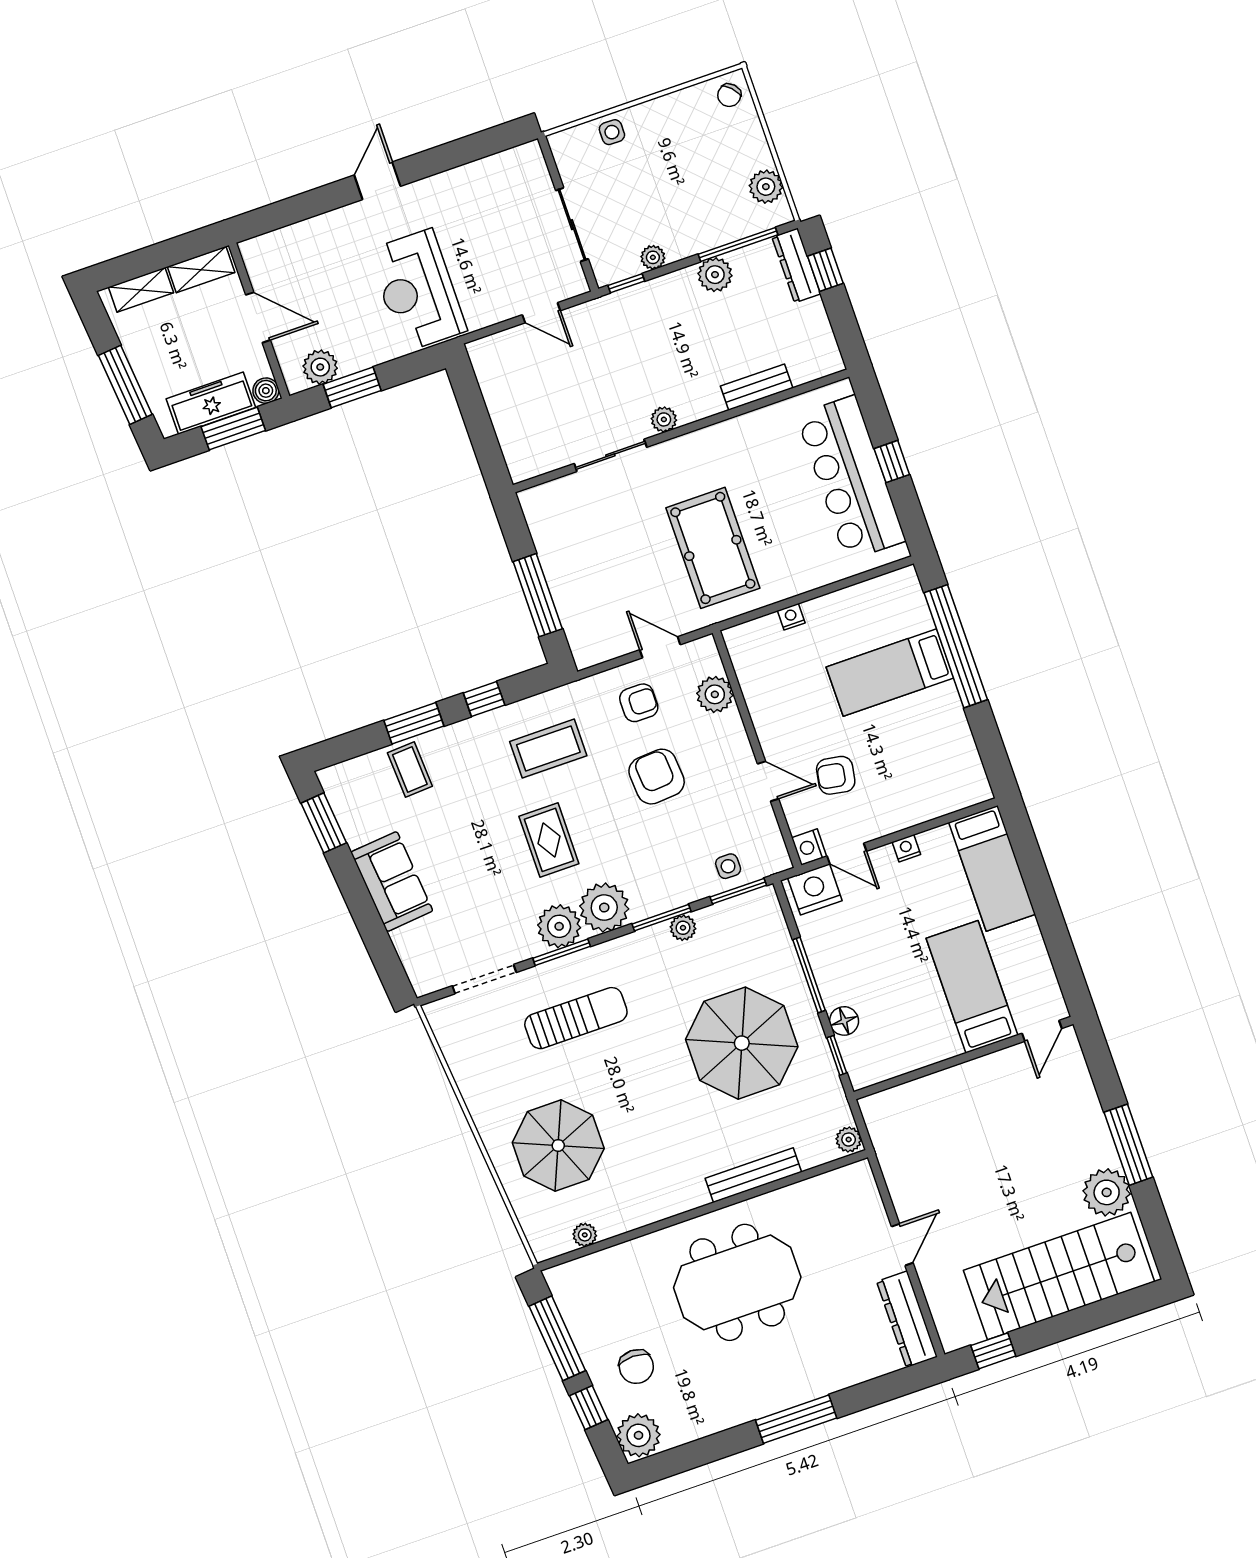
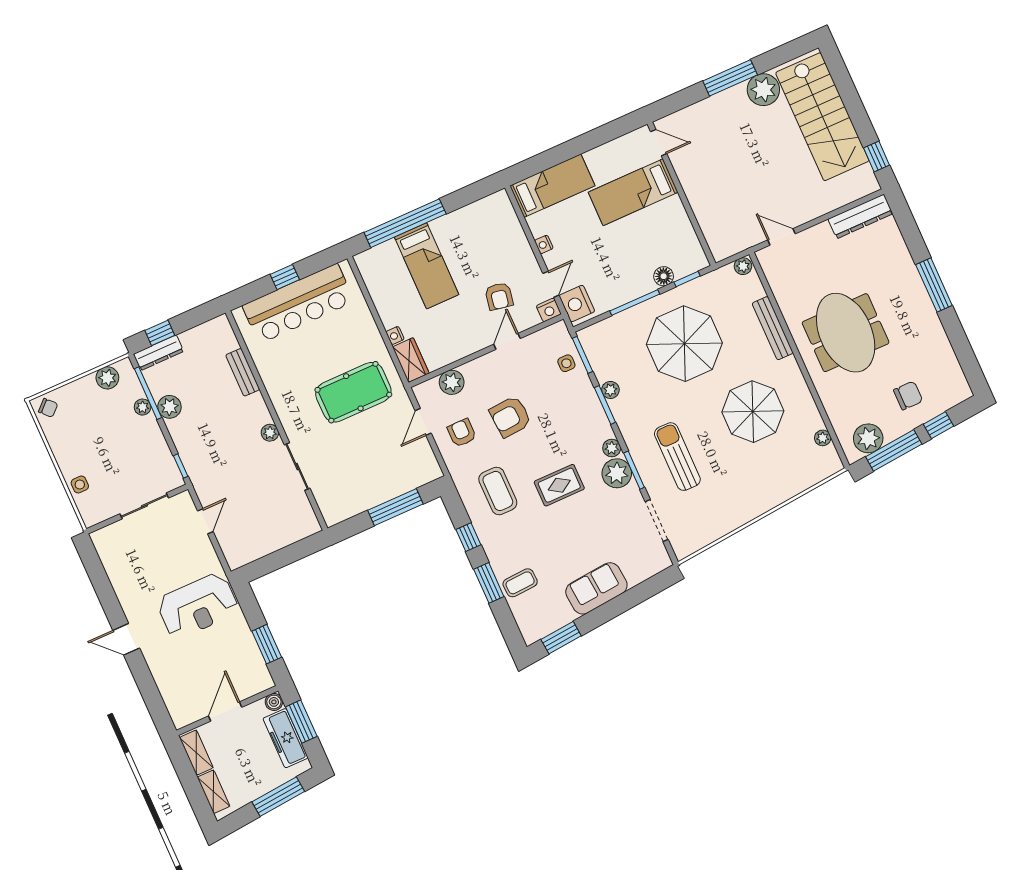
plant: (653, 257) -> (143, 407), moved
plant: (320, 367) -> (255, 667), removed
wardrobe: (753, 637) -> (411, 360), added
plant: (604, 908) -> (612, 448), width x0.53, depth x0.53
parasol: (558, 1145) -> (753, 412), moved
door: (902, 1245) -> (782, 237), moved
plant: (638, 1435) -> (868, 438), moved

